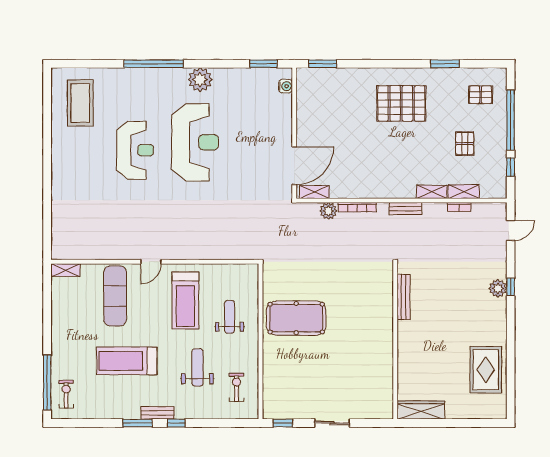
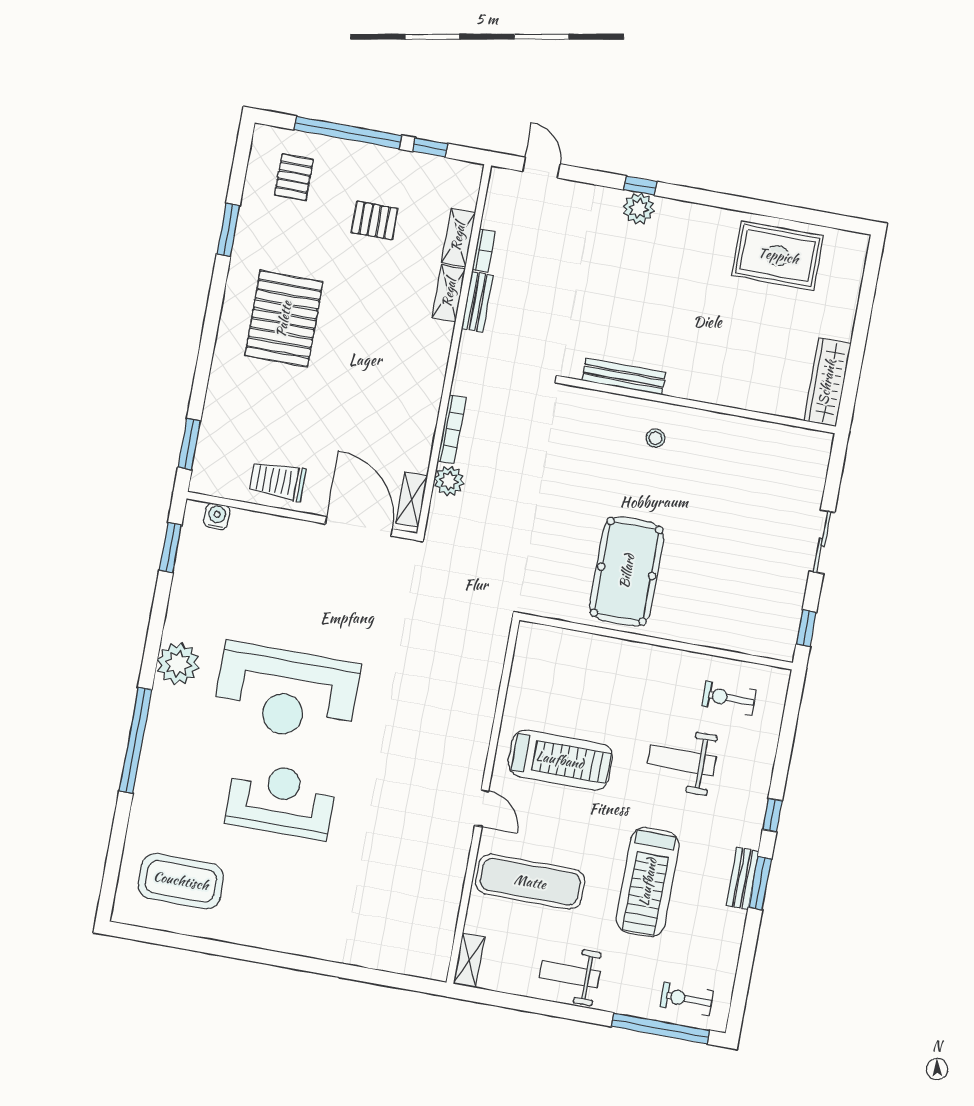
trolley: (311, 116) -> (278, 481), added
reception desk: (195, 142) -> (286, 693), turned 180
bench: (405, 209) -> (477, 302), moved
weight bench: (230, 317) -> (570, 975), moved
stool: (373, 321) -> (655, 438), added
bench: (157, 413) -> (742, 879), moved

